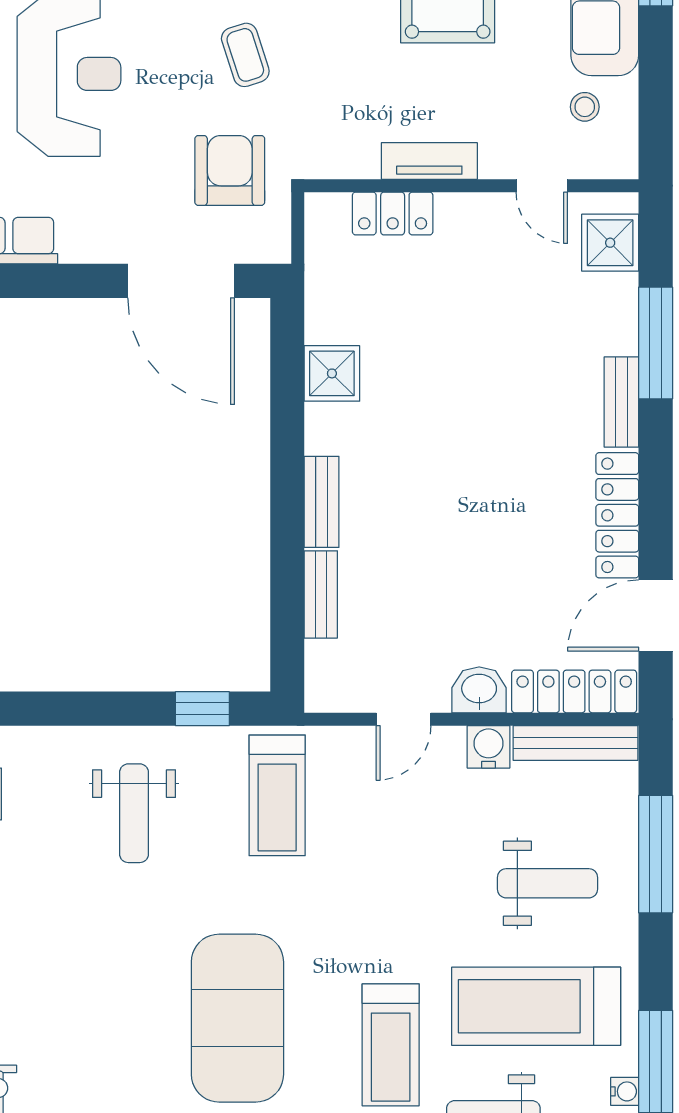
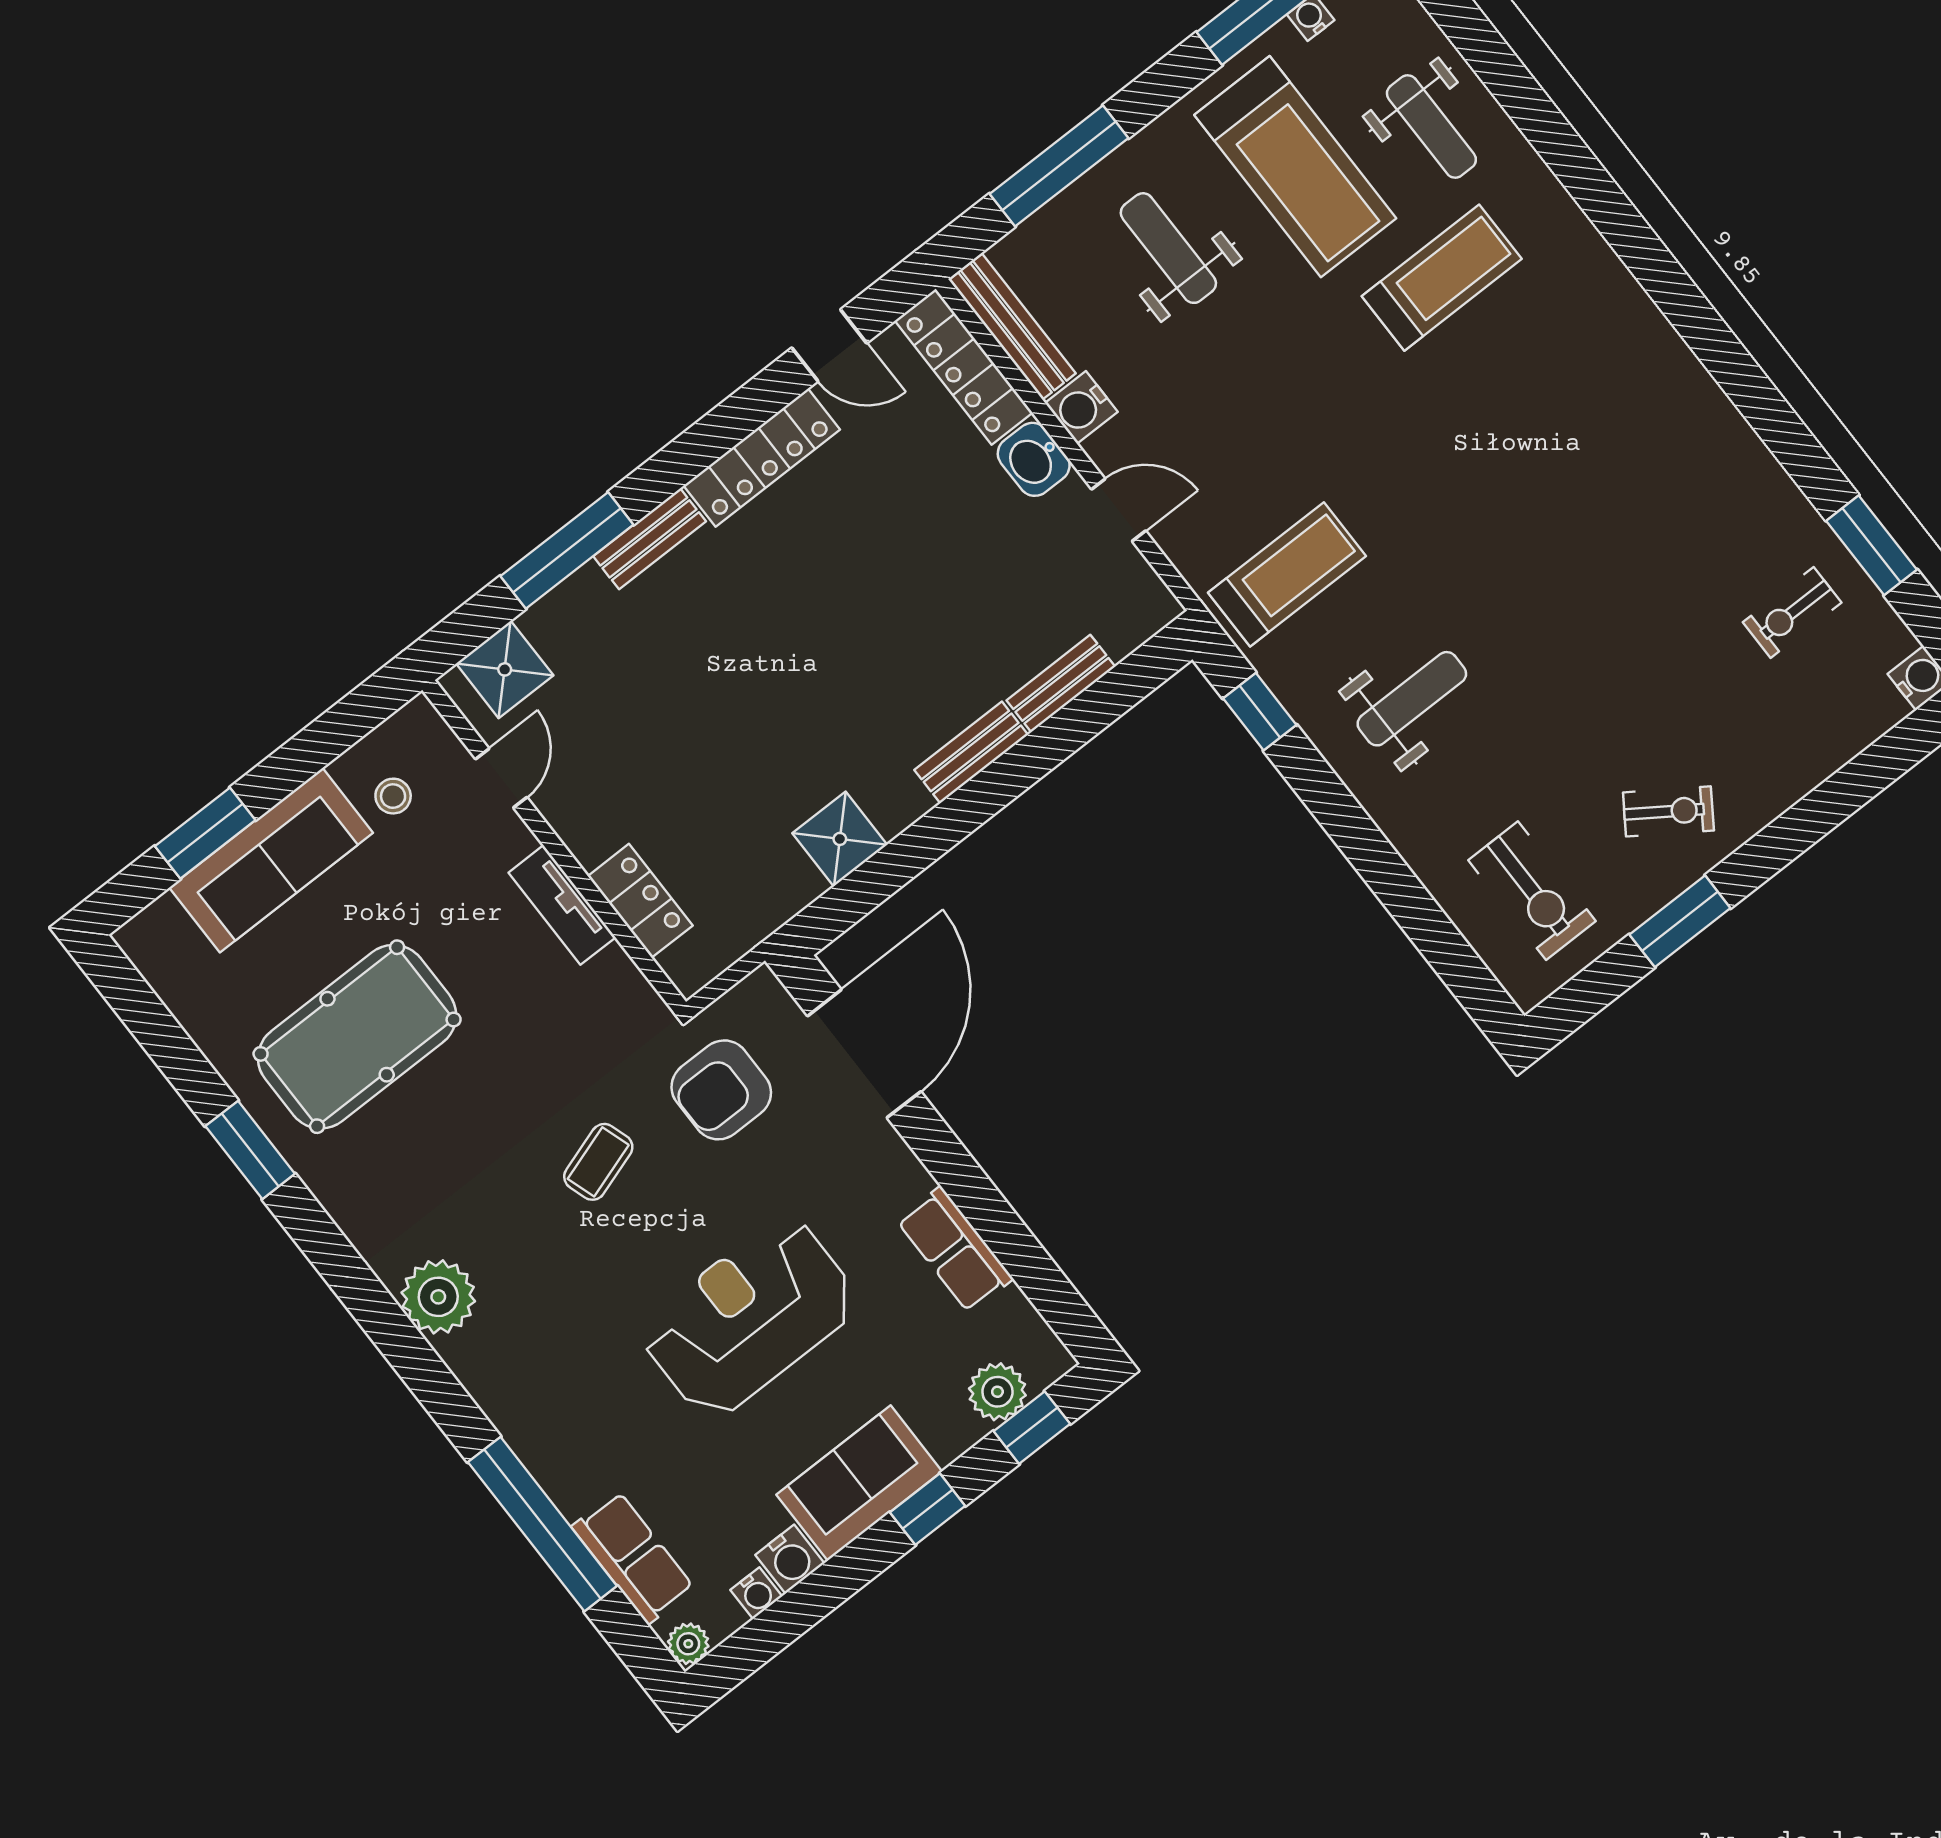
door: (656, 615) -> (829, 345), width x0.73
exercise mat: (237, 1018) -> (1531, 445), removed

